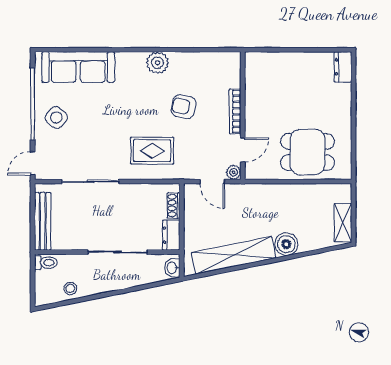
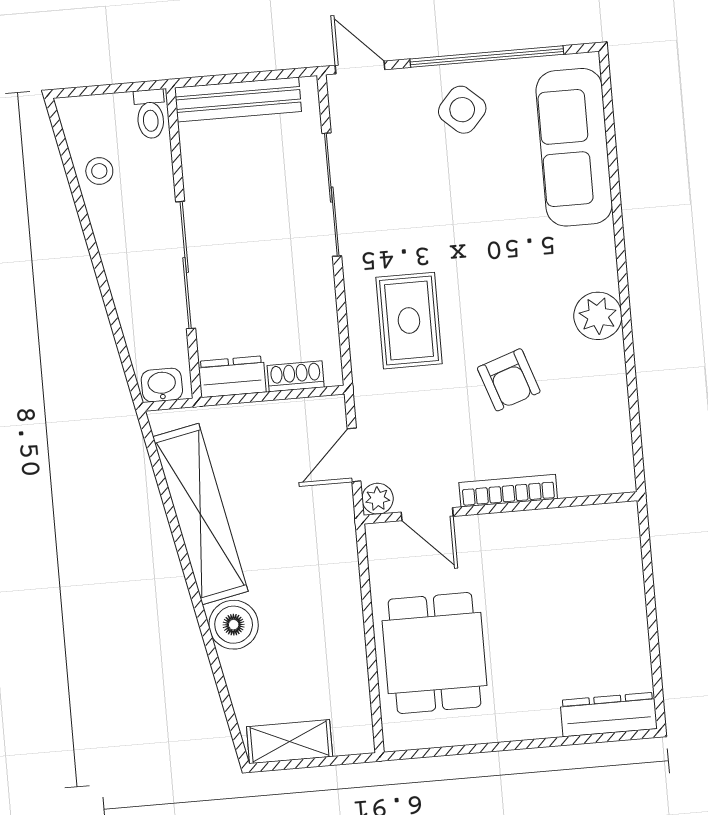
dresser: (343, 67) -> (609, 715), width x1.44
armchair: (184, 107) -> (509, 380), turned 149

